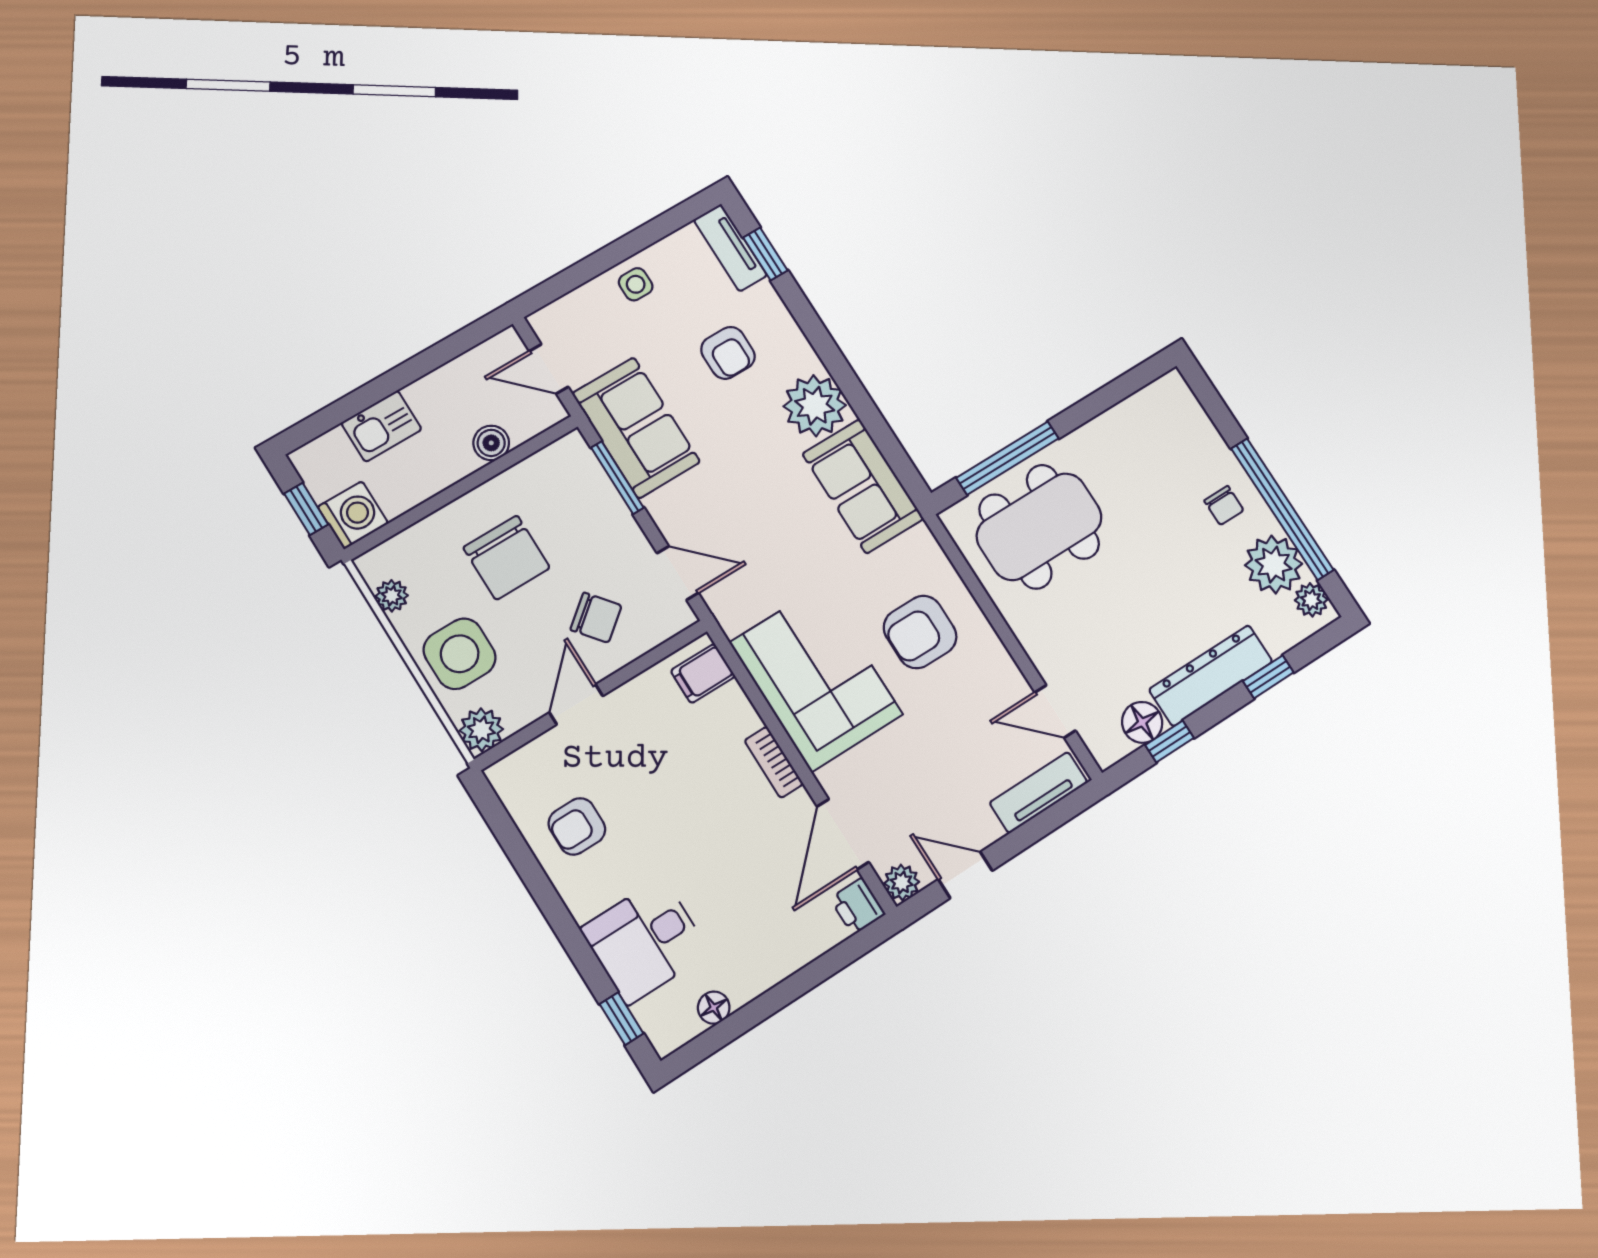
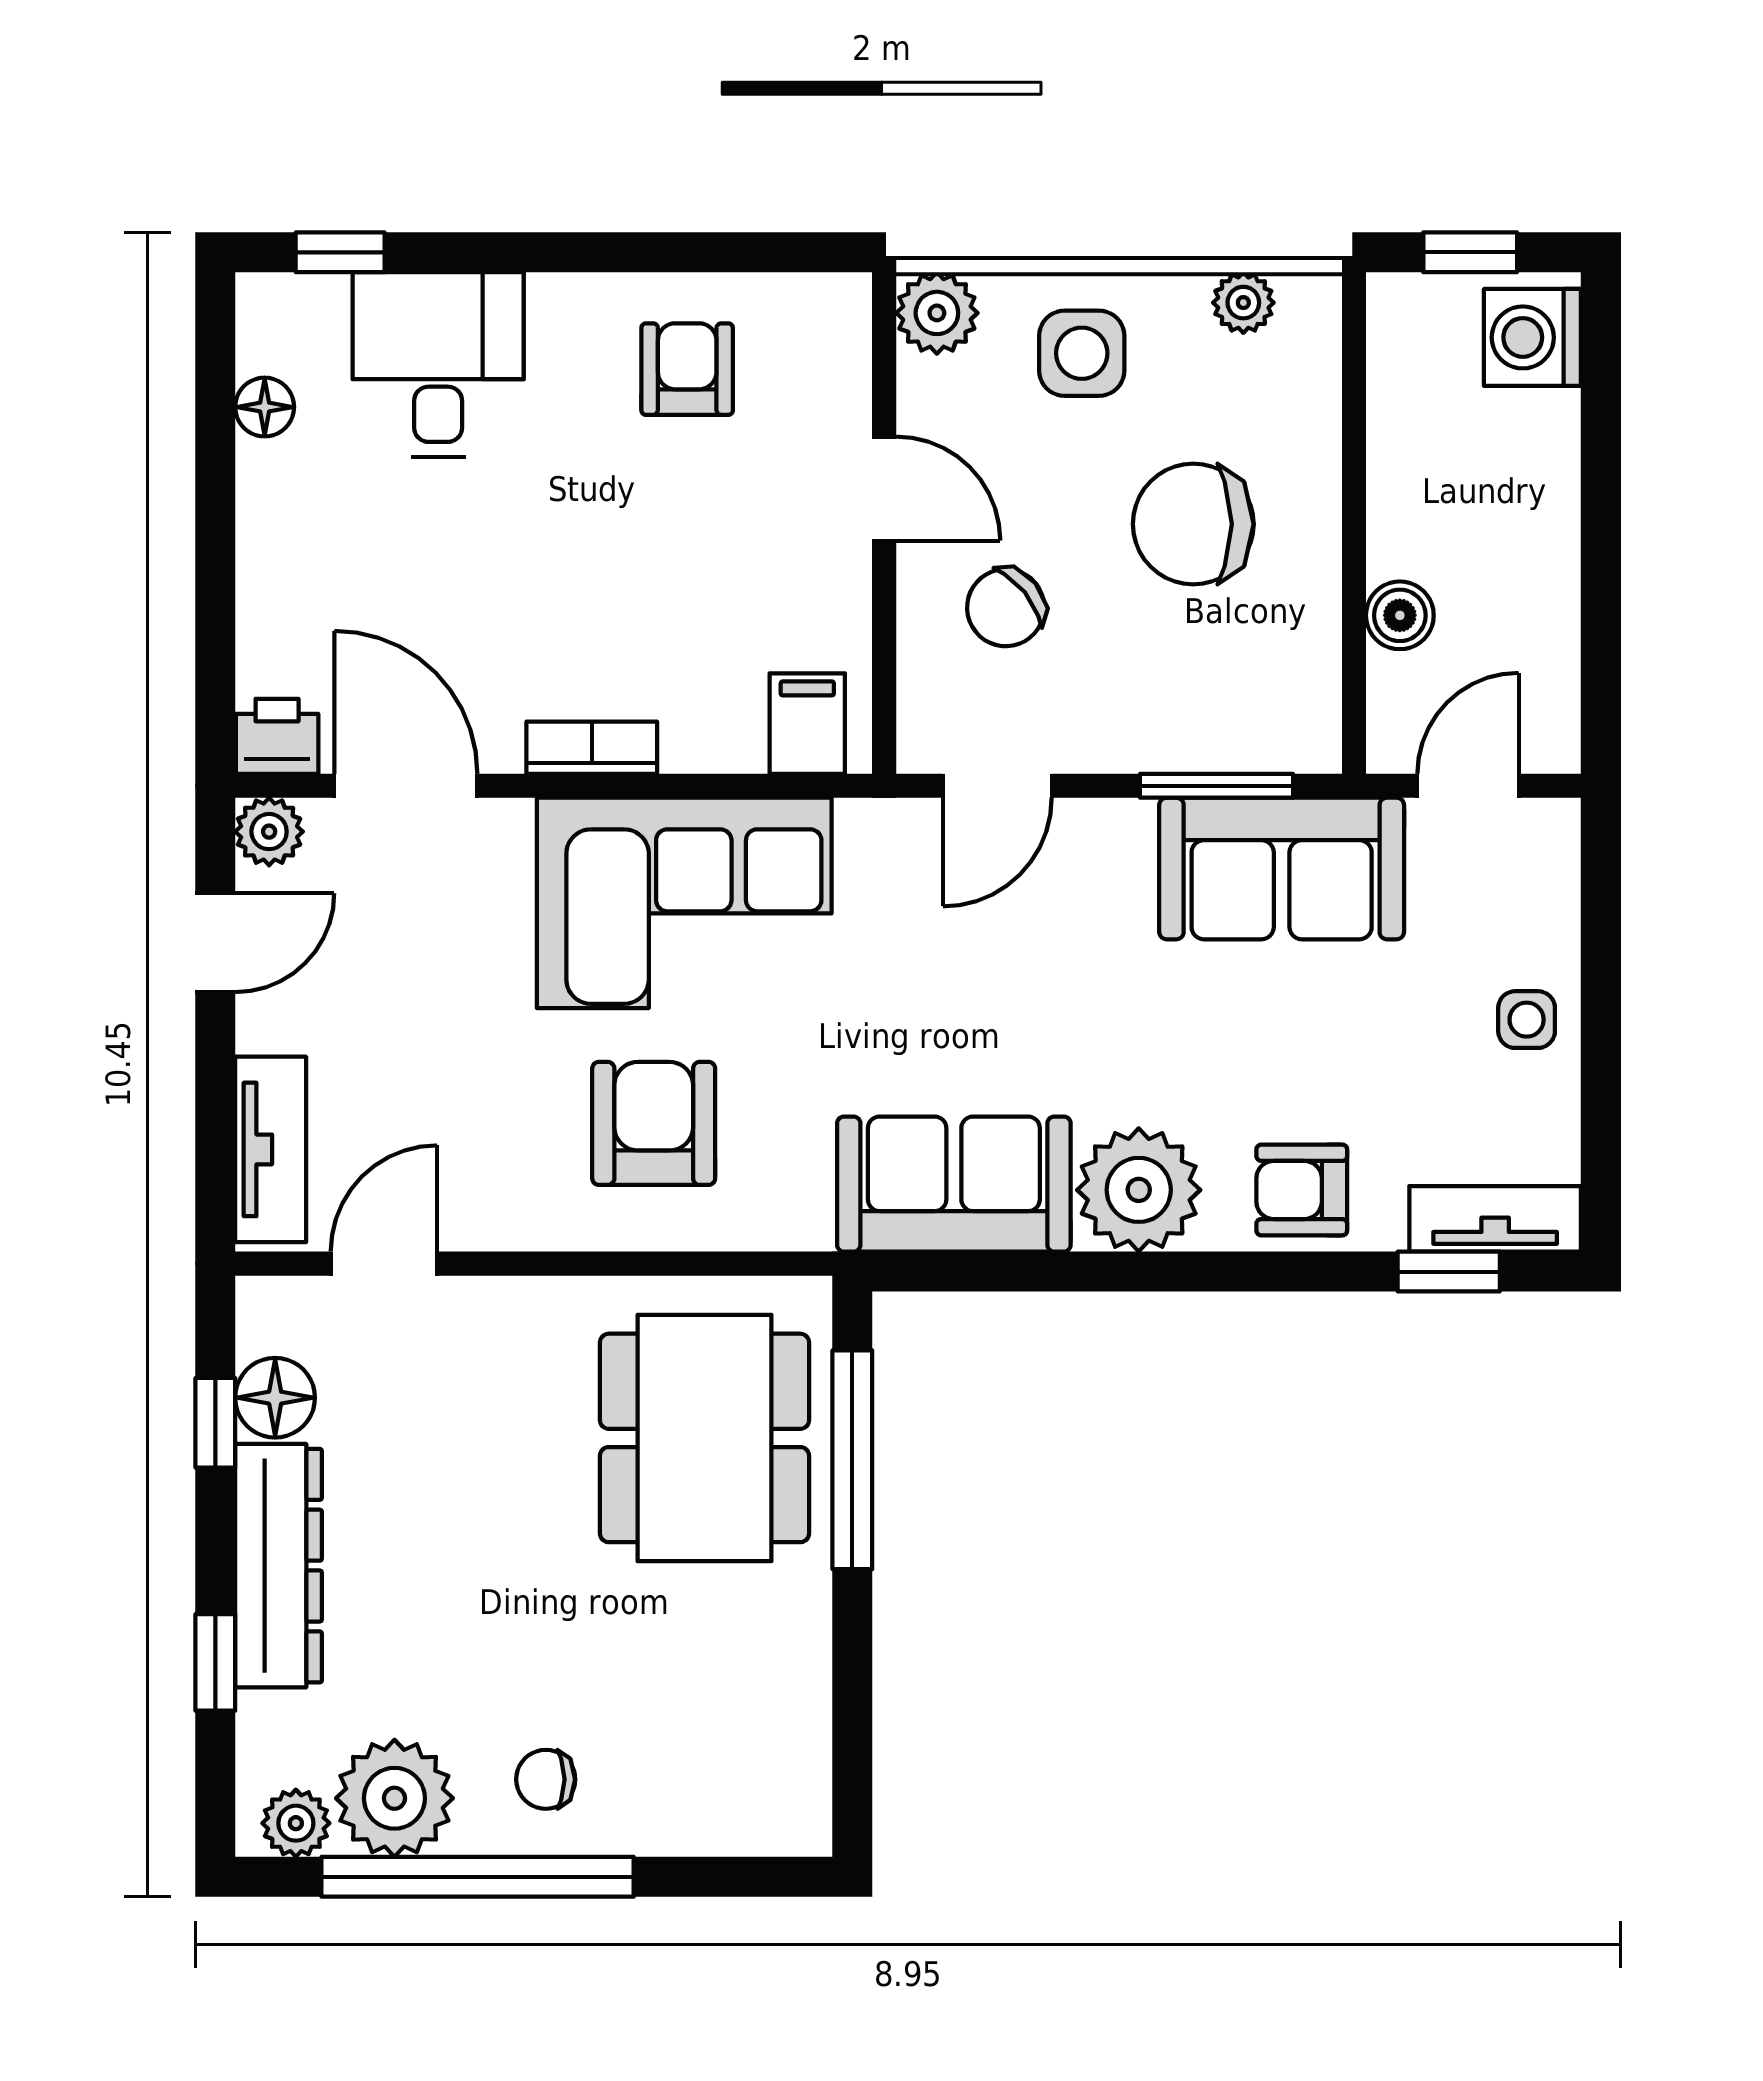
armchair: (728, 353) -> (1302, 1190), moved
kitchen sink: (381, 426) -> (1536, 455), removed
washing machine: (353, 515) -> (1532, 337), moved, turned 90
side table: (460, 654) -> (1082, 353), width x0.73, depth x0.73

